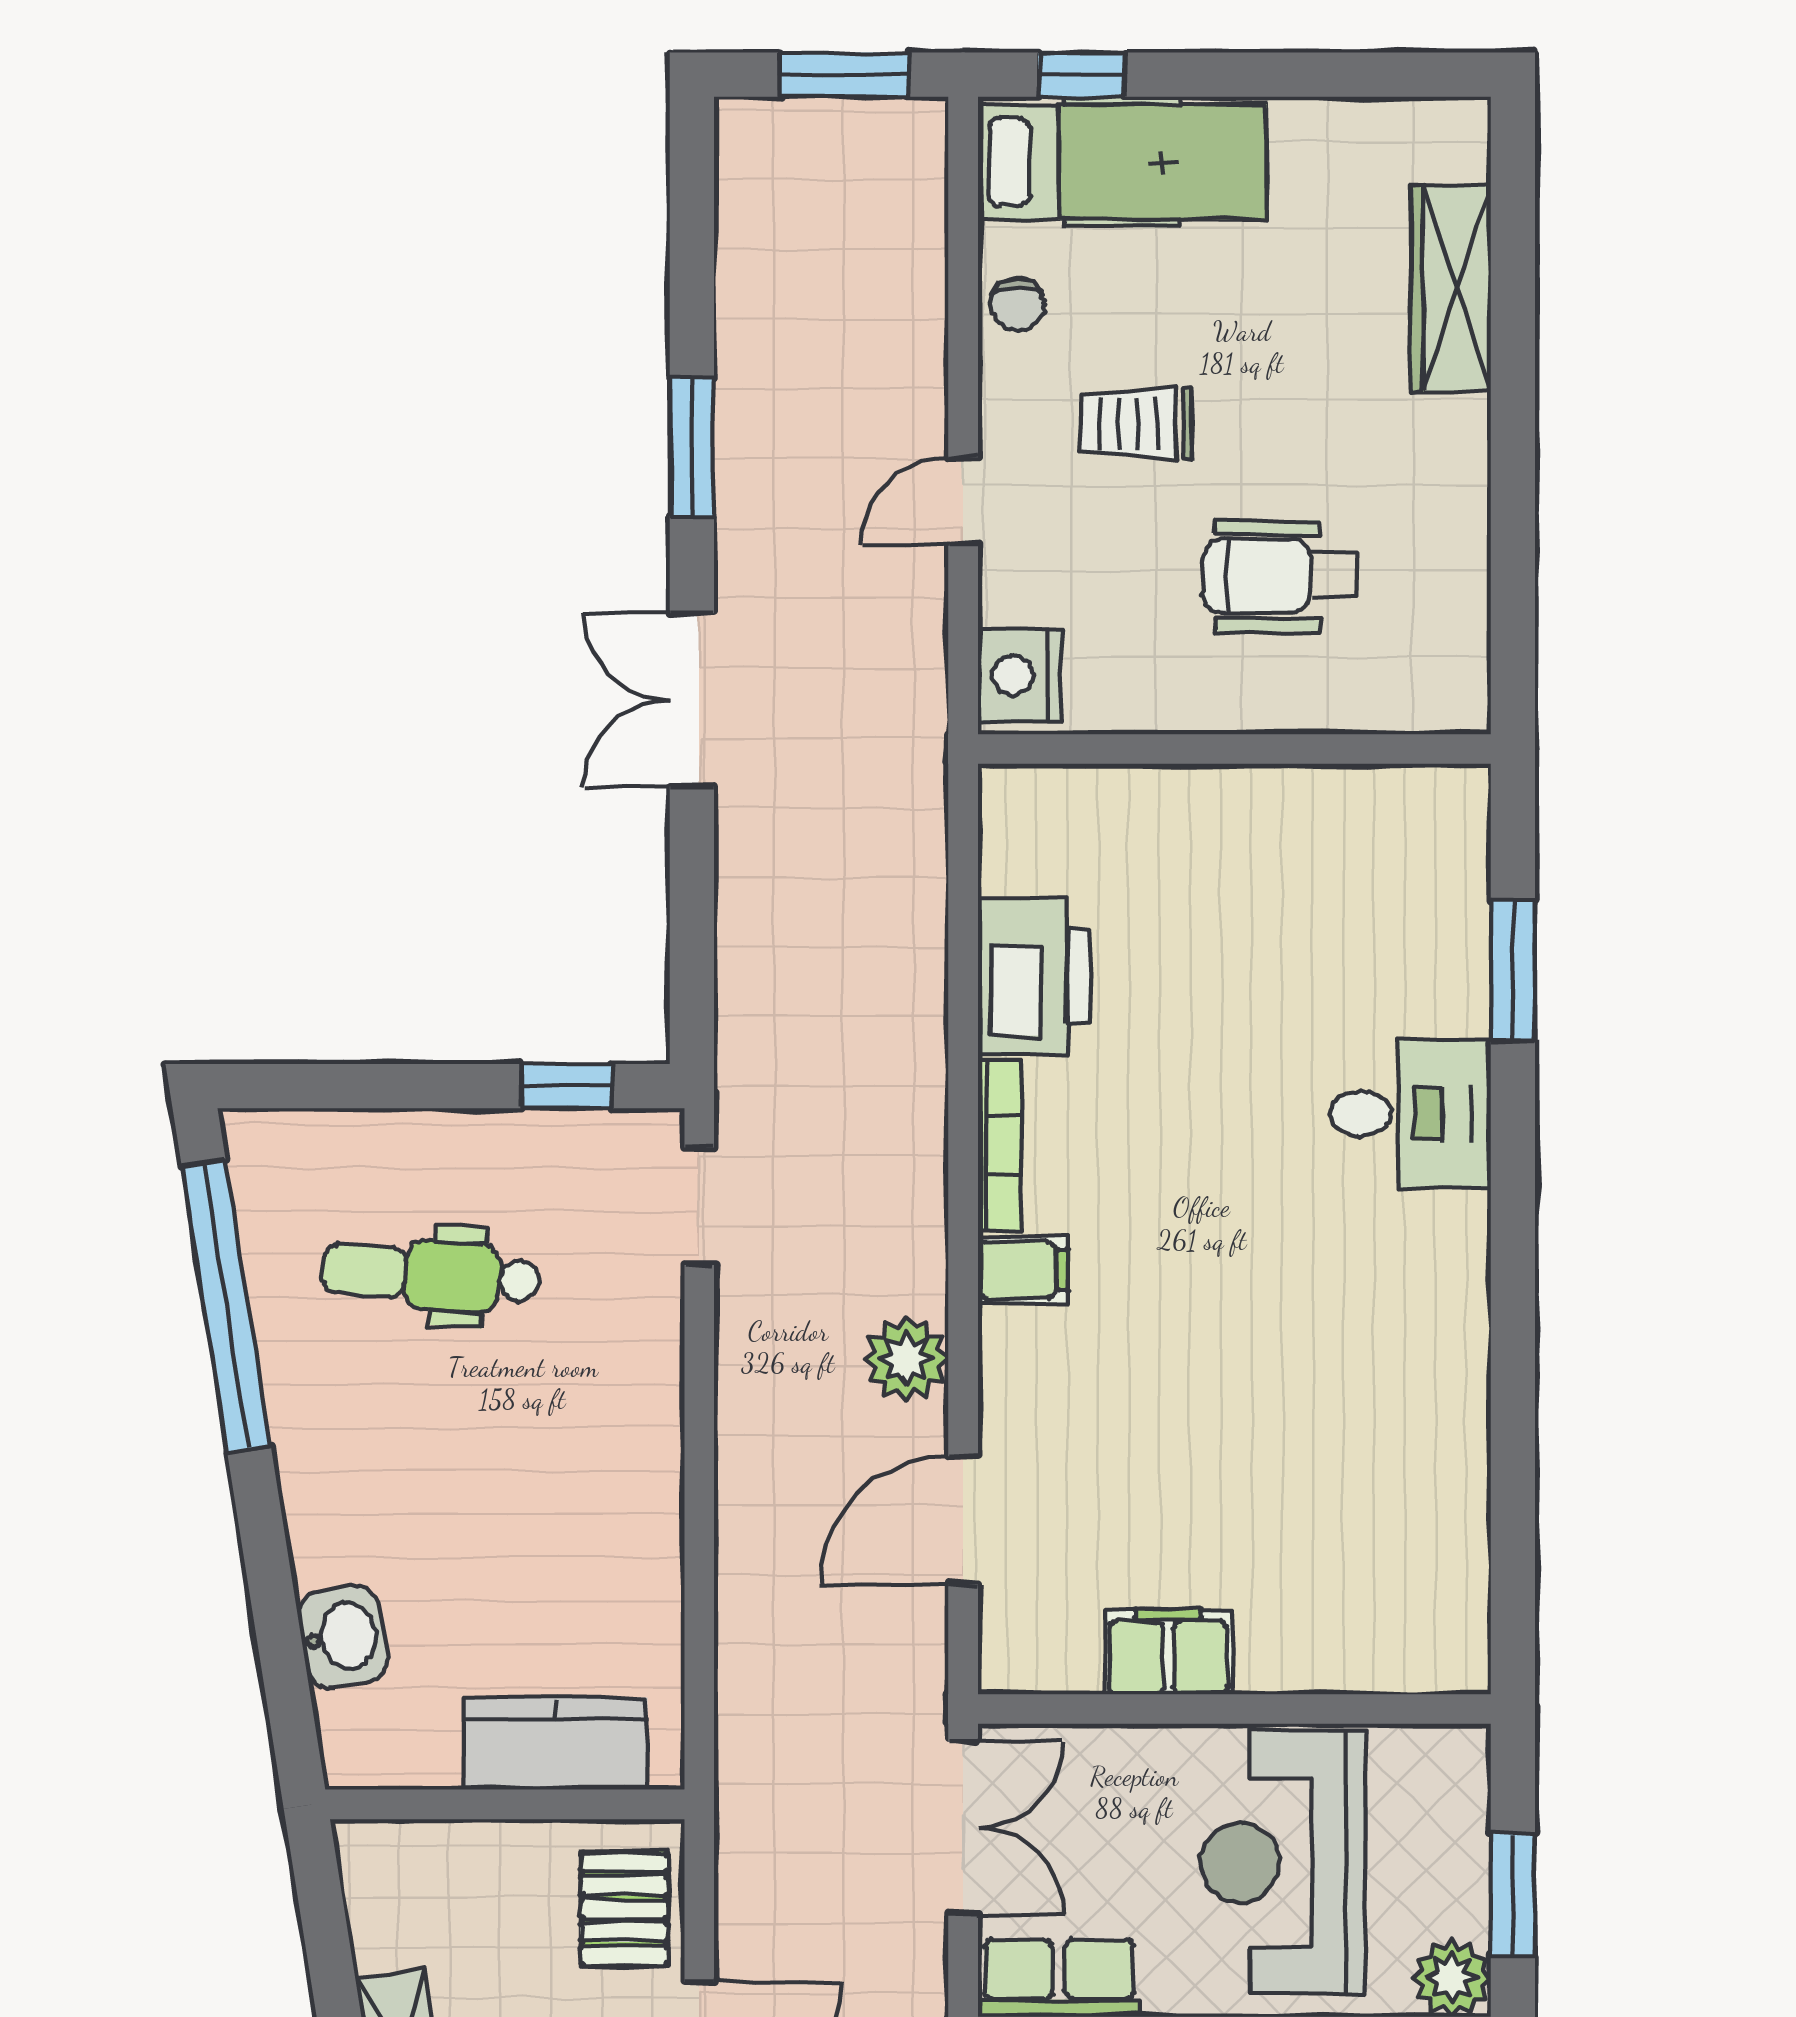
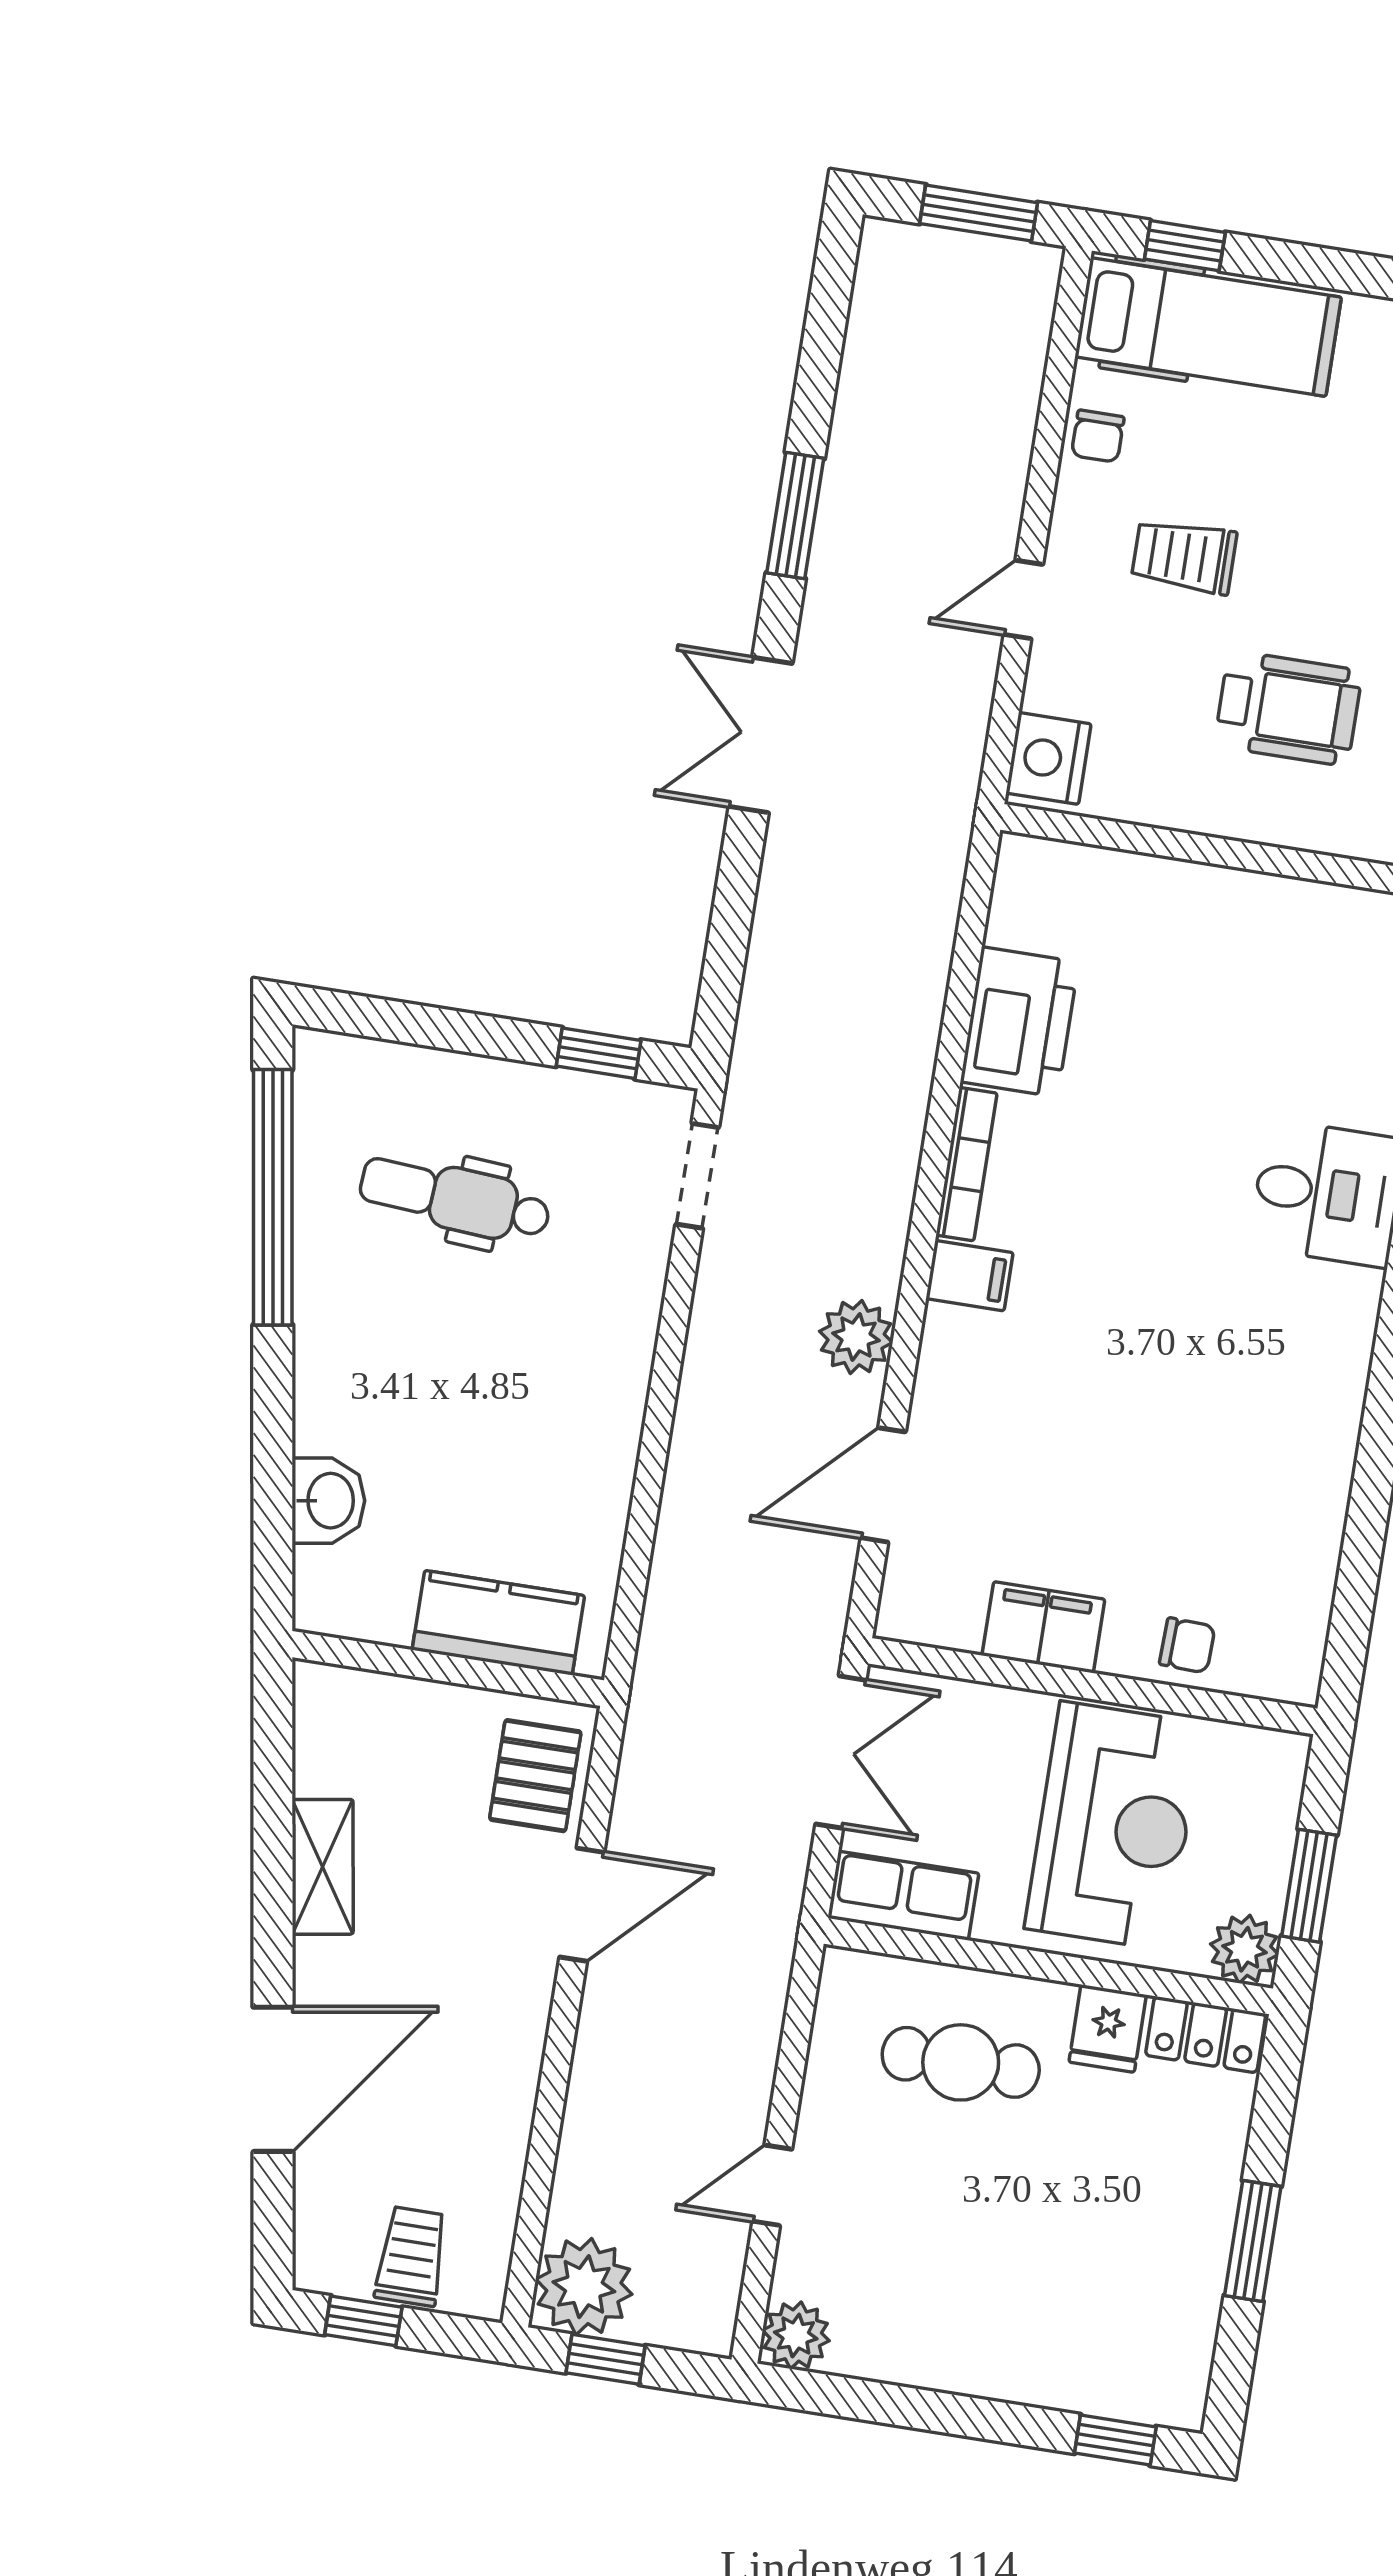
wheelchair: (1280, 576) -> (1288, 708), turned 180
chair: (1333, 1647) -> (1187, 1645), added
reception desk: (1283, 1862) -> (1114, 1826), turned 180

